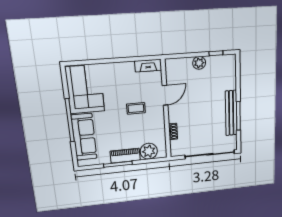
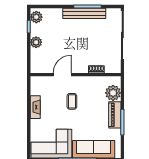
plant: (226, 61) -> (36, 17), added
fireplace: (148, 66) -> (35, 107), moved
door: (165, 95) -> (62, 75), hinge flipped

